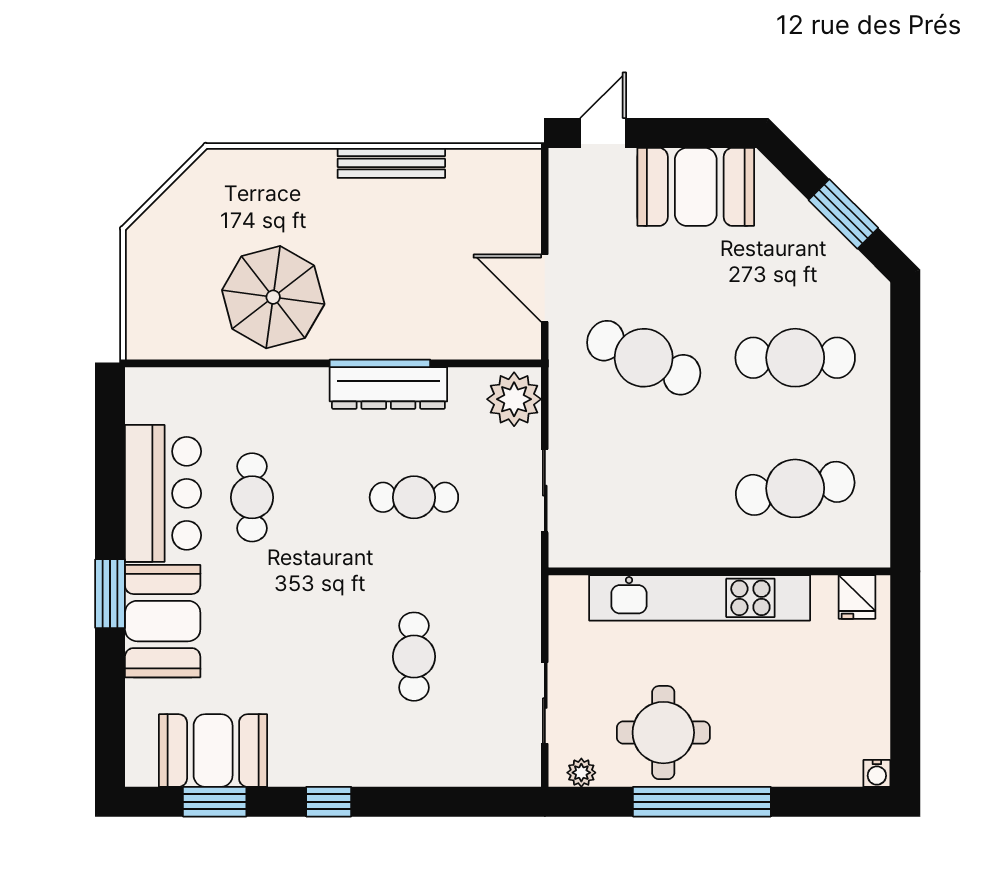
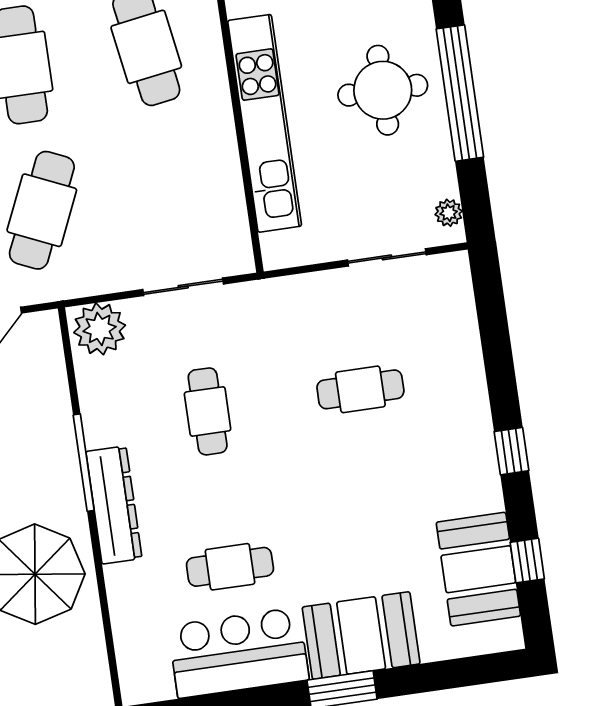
dresser: (388, 388) -> (114, 505), moved
round table: (663, 733) -> (383, 90), moved
window: (215, 802) -> (527, 561), width x0.67

